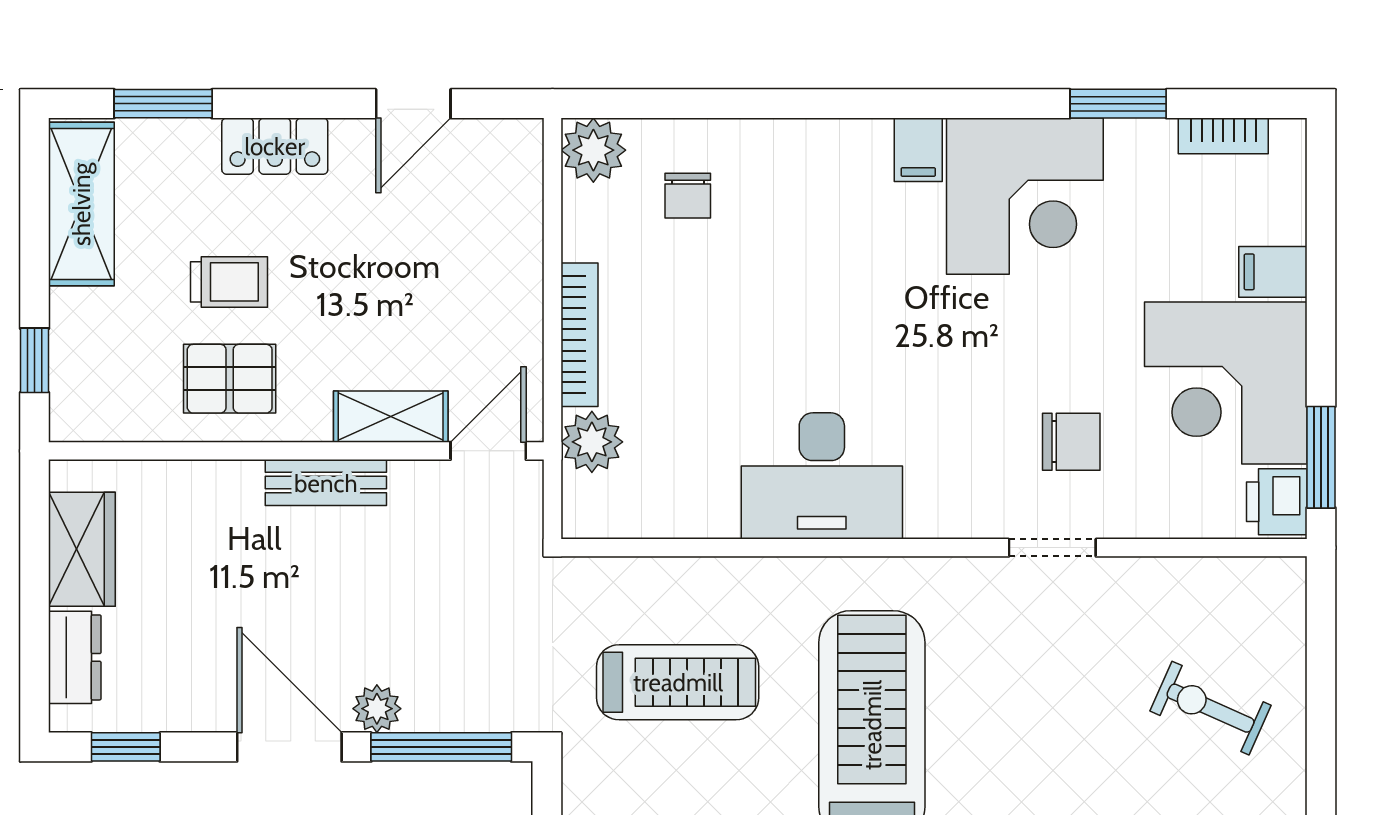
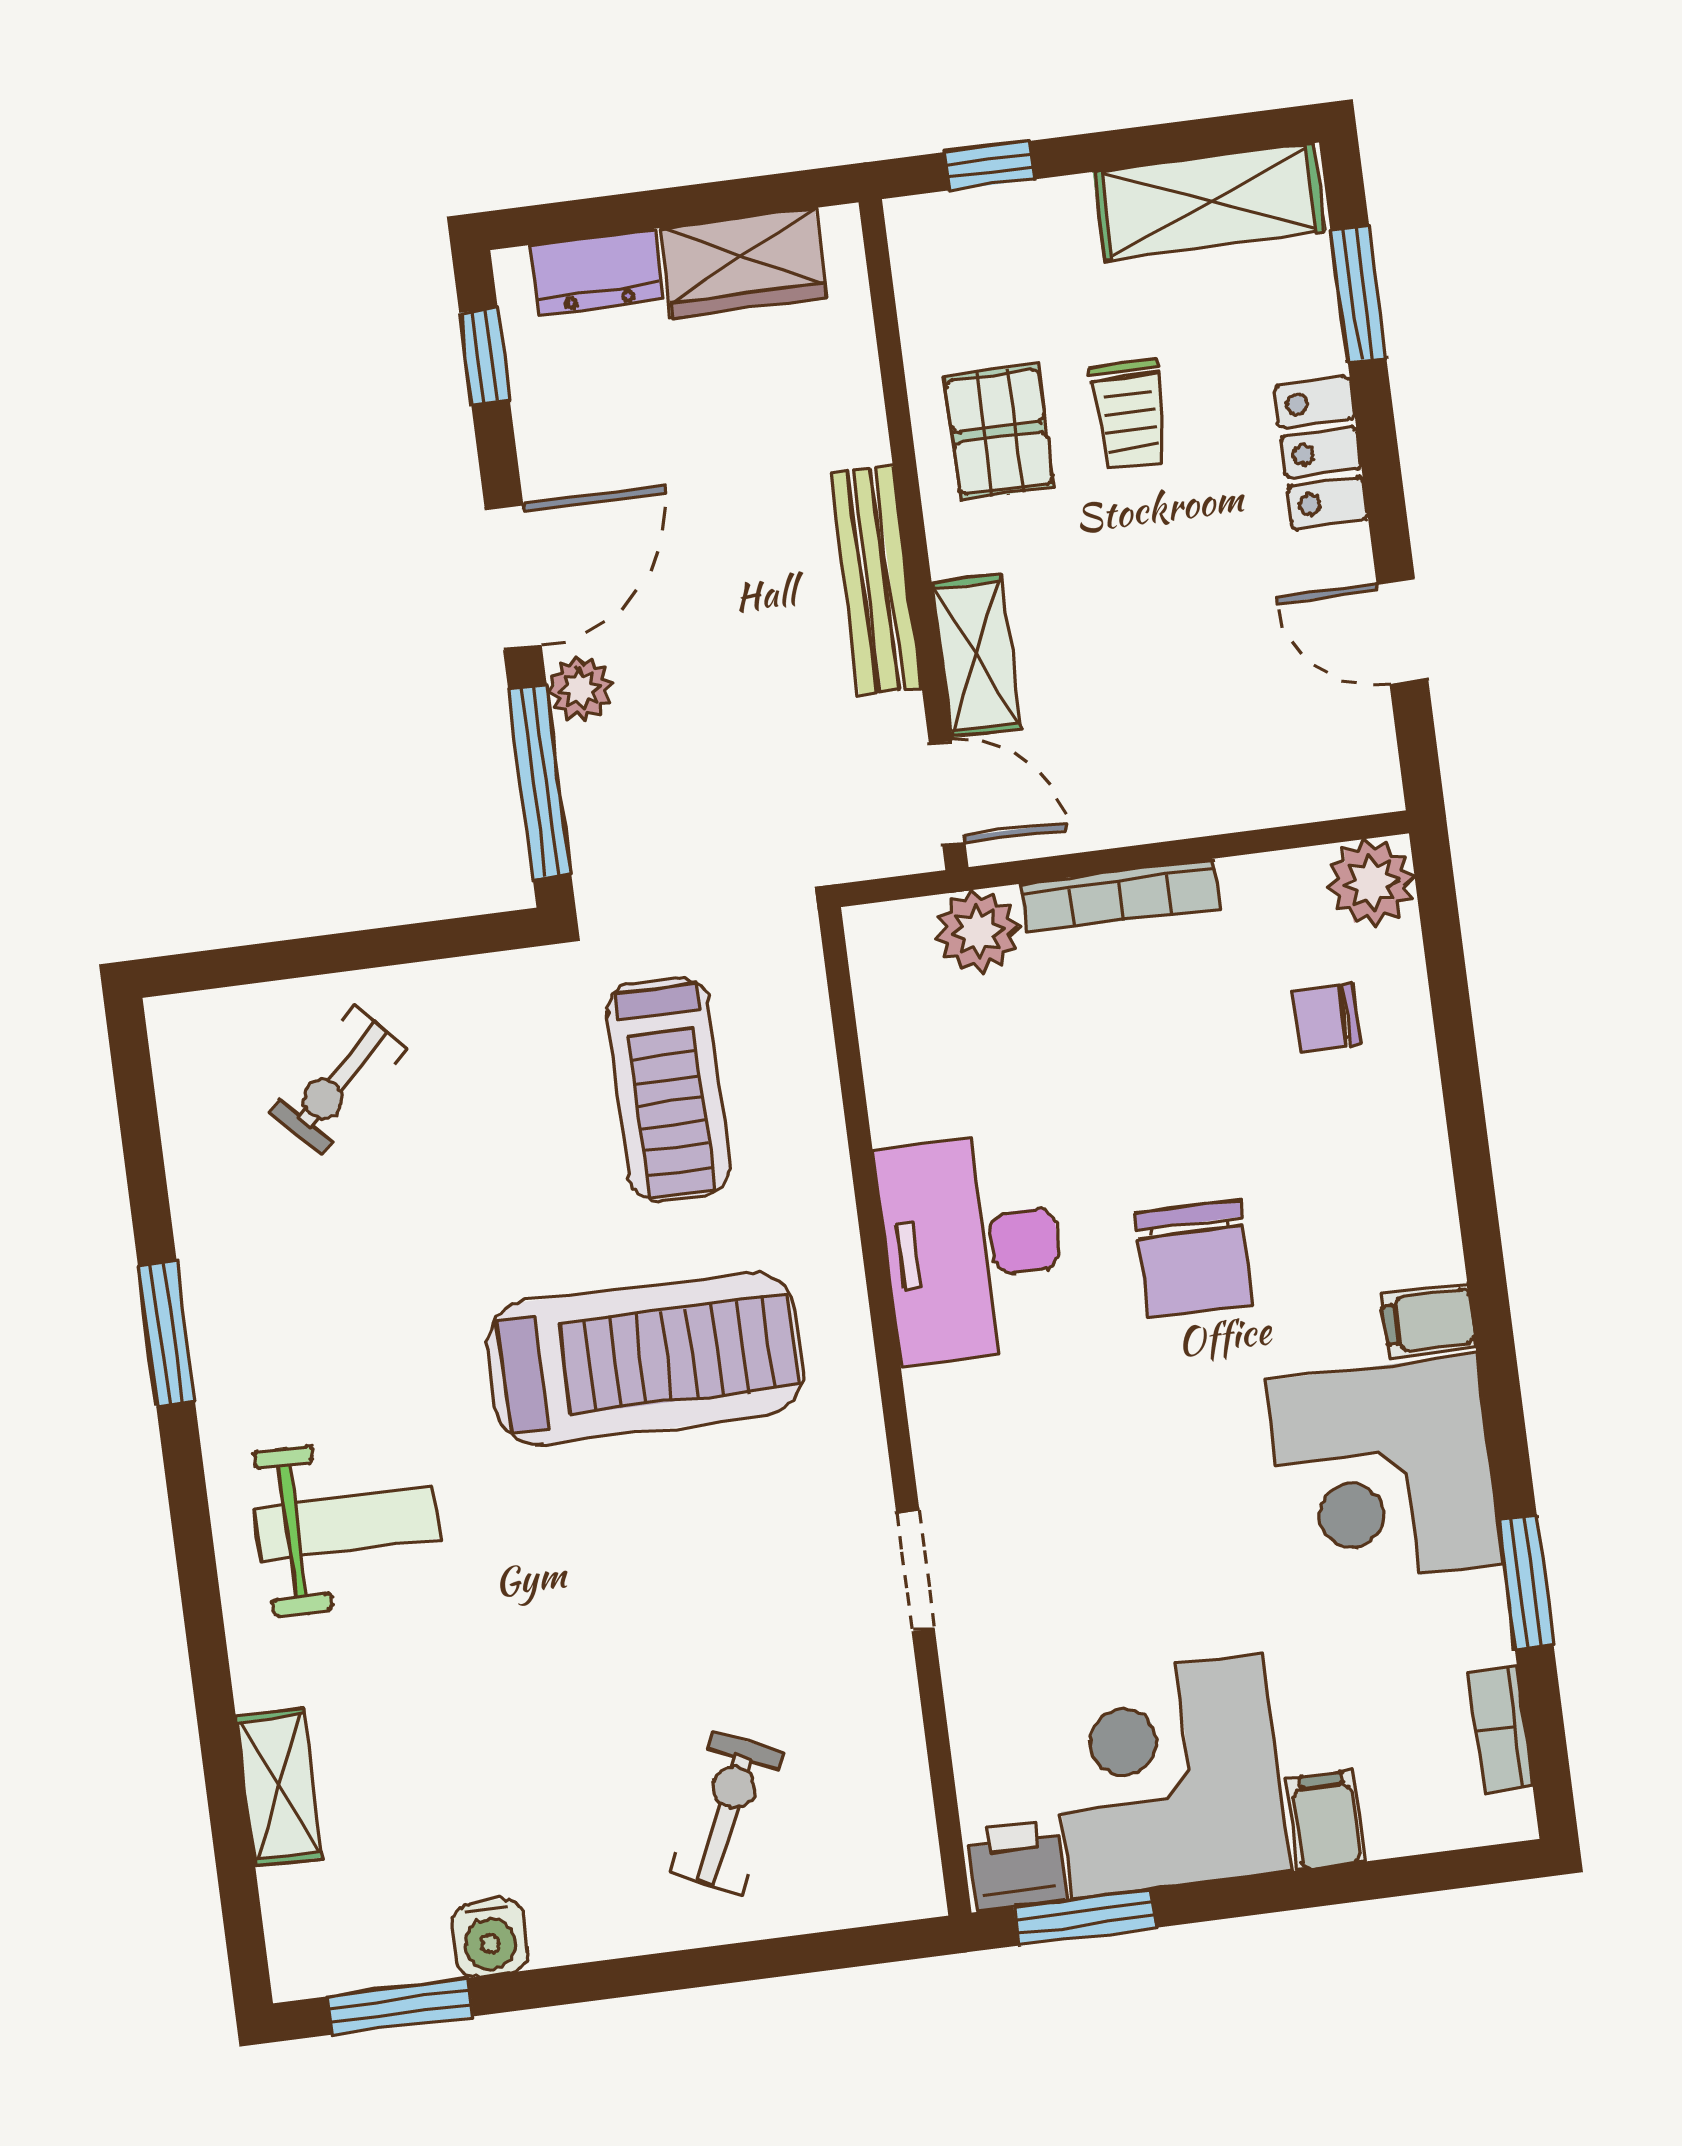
chair: (1071, 442) -> (1194, 1259), moved, width x1.37, depth x1.37
bench: (326, 483) -> (876, 580), width x1.36

